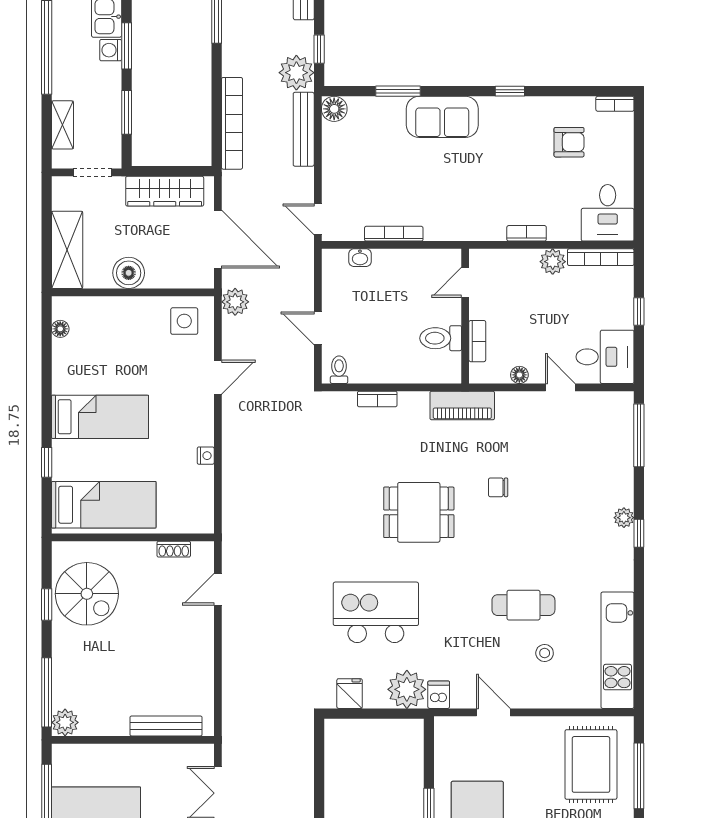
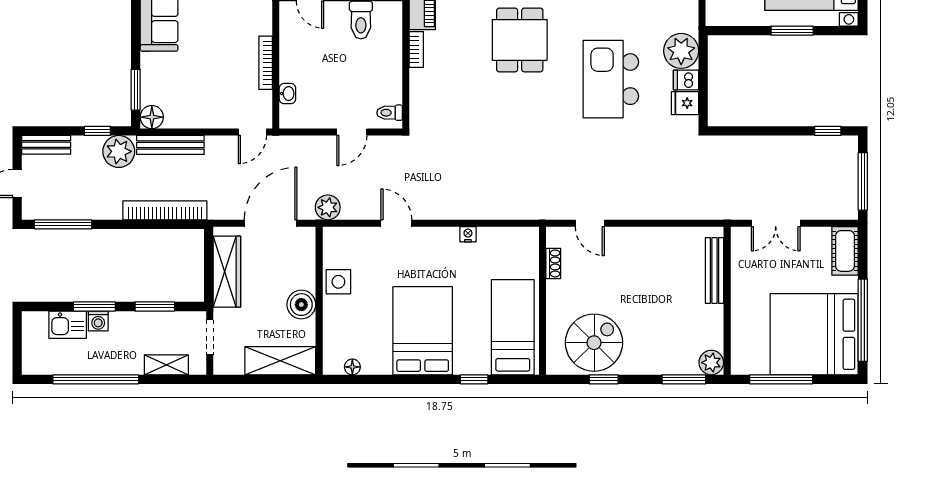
window: (398, 91) -> (136, 90), moved
side table: (184, 321) -> (338, 282), moved
bookcase: (377, 399) -> (416, 49), moved
bed: (100, 417) -> (423, 331), width x1.50
window: (47, 692) -> (684, 379), width x0.69
dishwasher: (439, 695) -> (686, 80), moved

